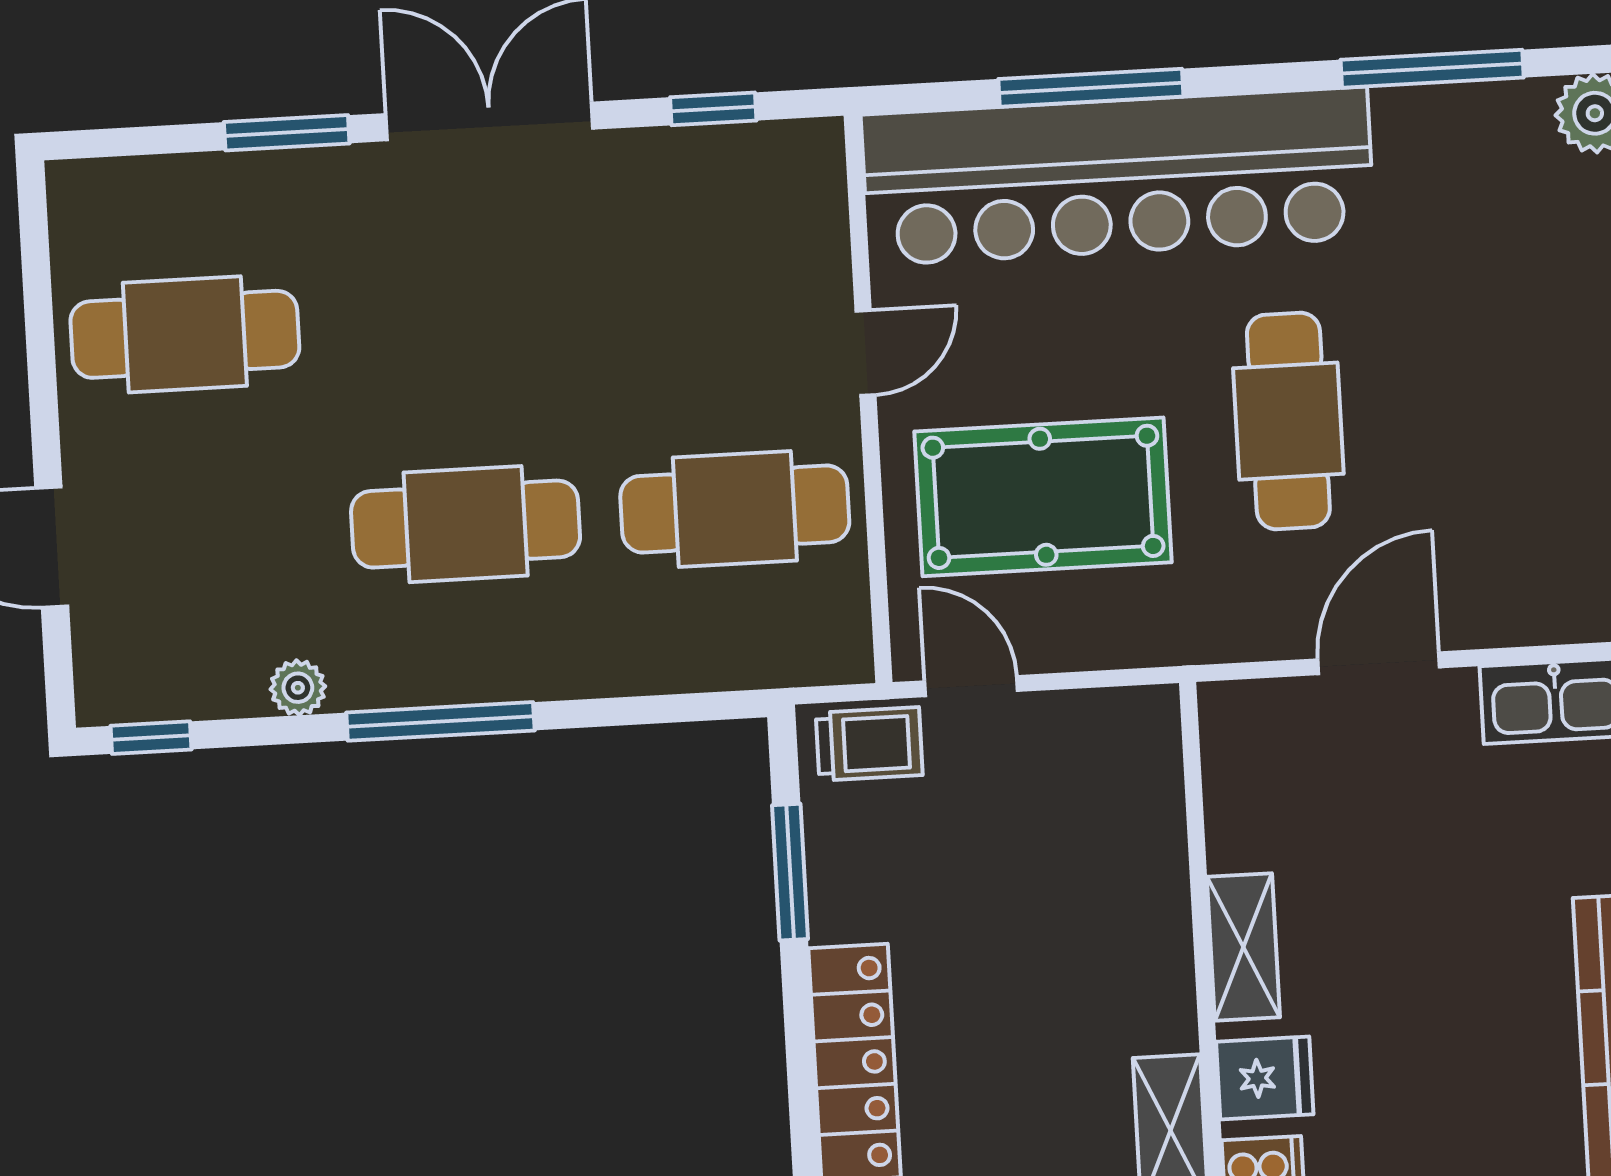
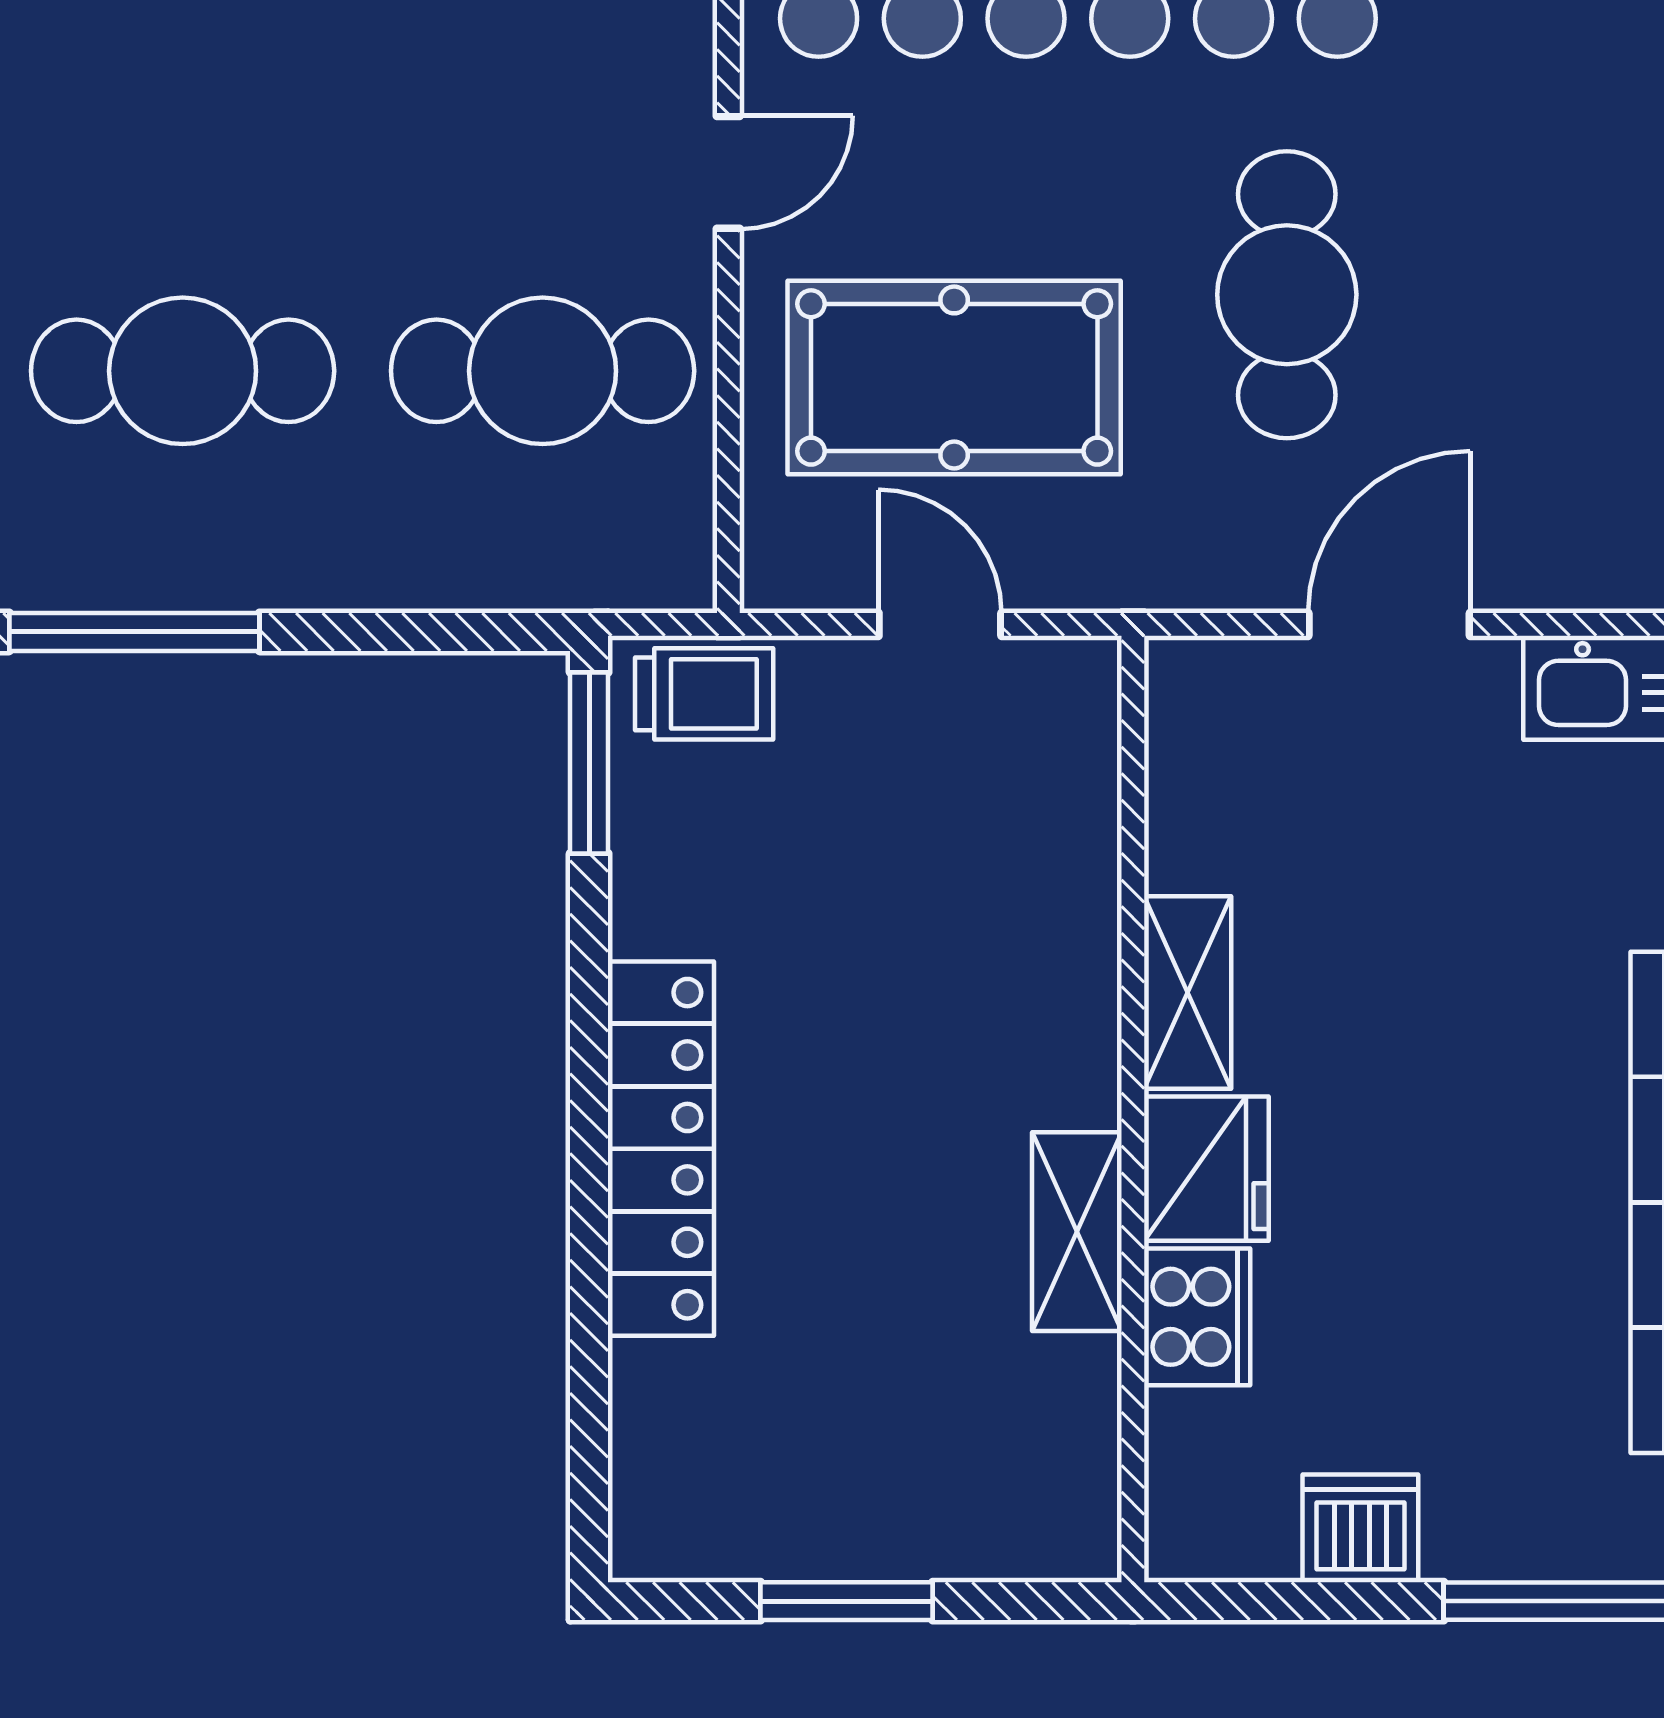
door: (971, 686) -> (940, 624), moved
window: (790, 872) -> (589, 763), moved
fridge: (1265, 1078) -> (1206, 1169), width x1.38

